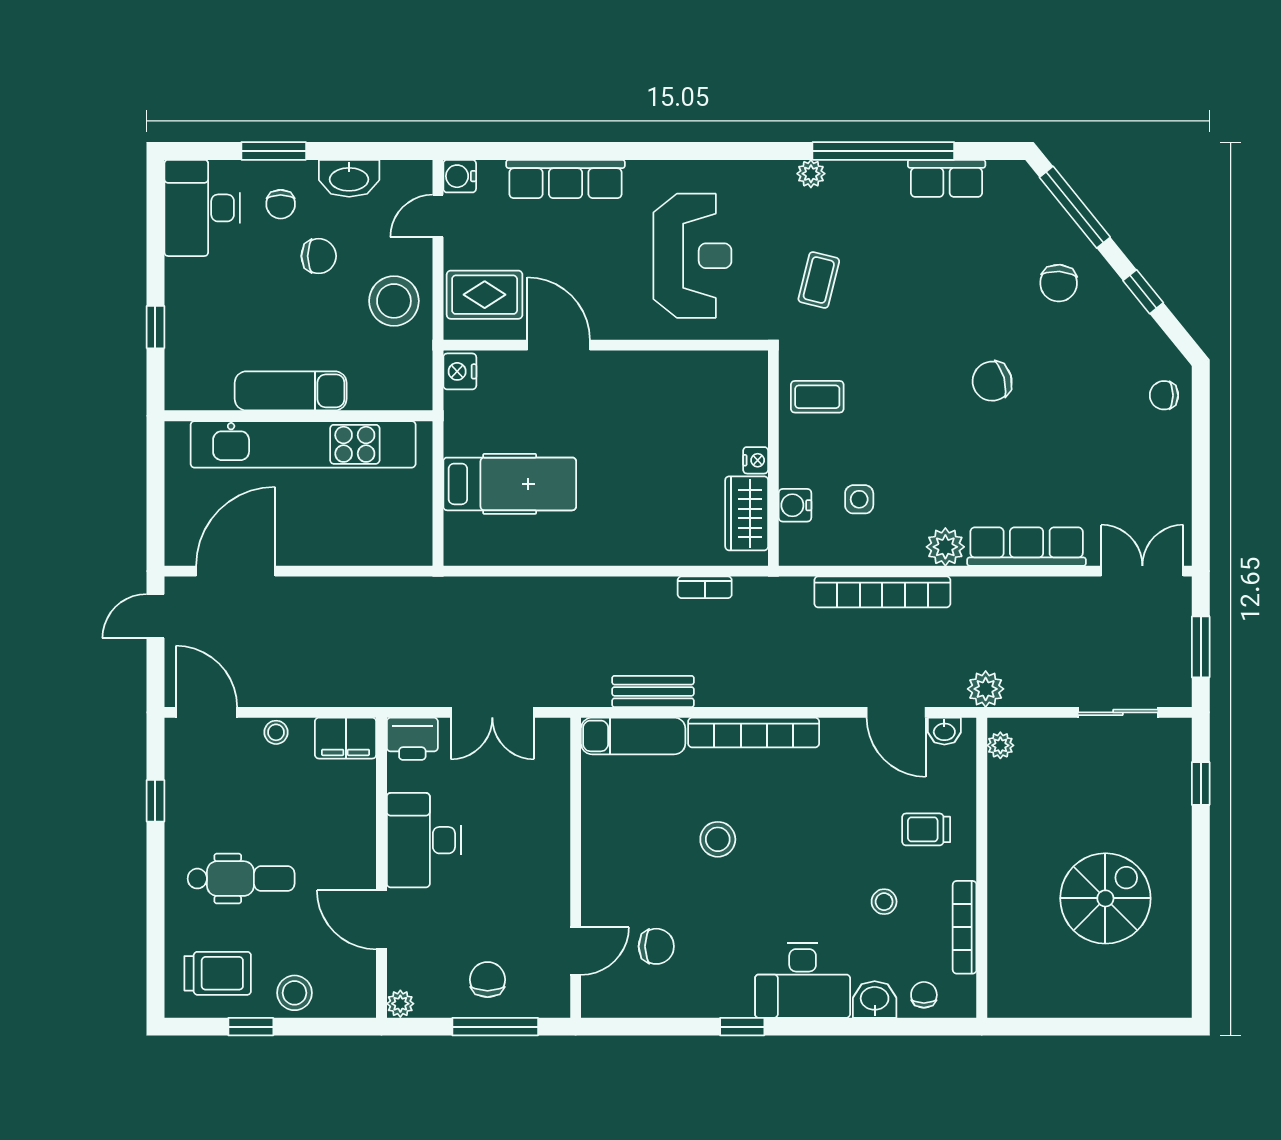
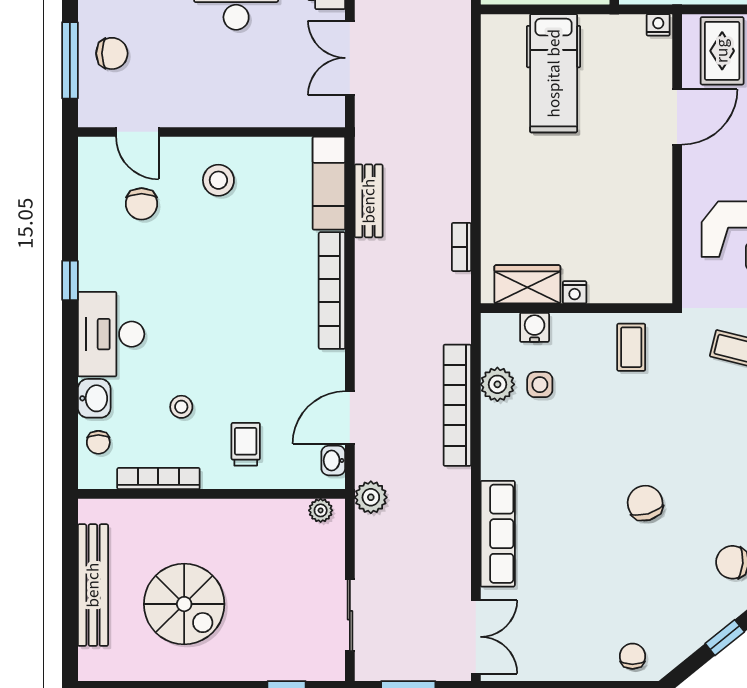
nightstand: (460, 371) -> (658, 25), width x0.72, depth x0.74
plant: (945, 547) -> (497, 384), moved
stool: (718, 839) -> (218, 180), moved
chair: (924, 995) -> (98, 442), turned 90
bench: (1084, 1001) -> (93, 585), added

